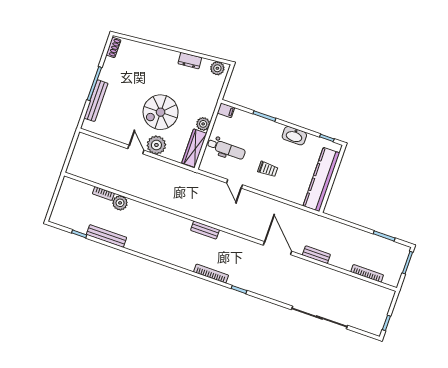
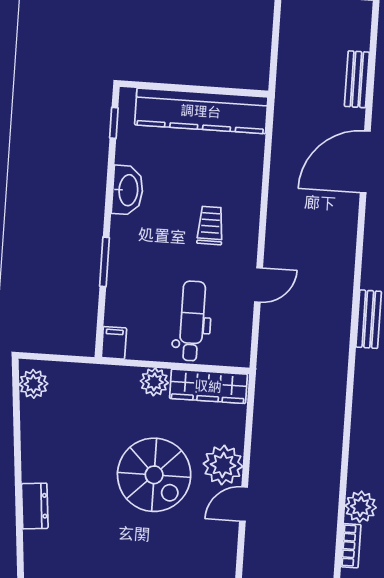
dresser: (190, 61) -> (35, 506), moved

